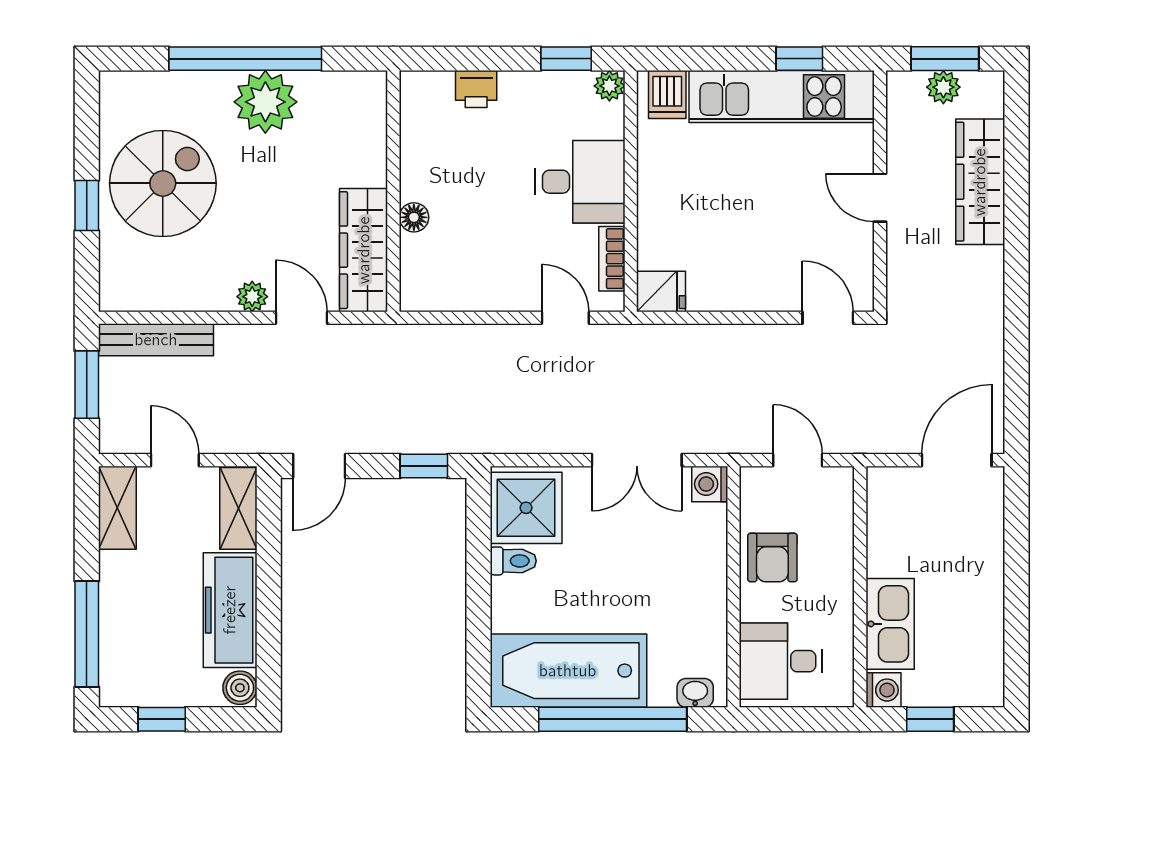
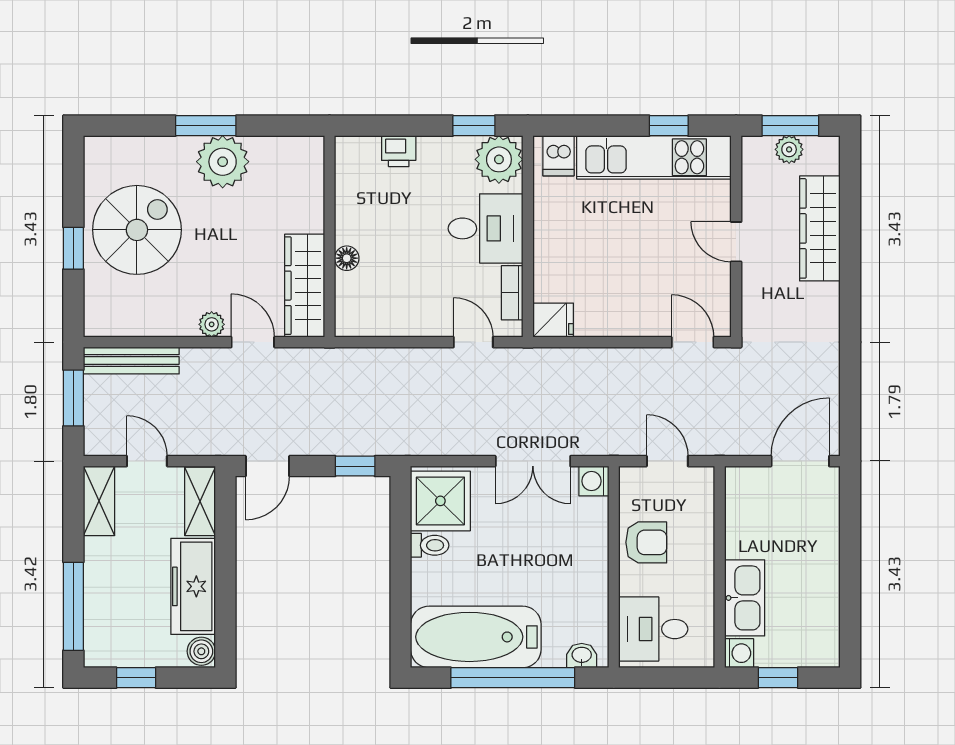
window: (245, 59) -> (206, 126), width x0.47
plant: (609, 86) -> (499, 159), width x1.88, depth x1.88
armchair: (772, 557) -> (646, 542), turned -90

